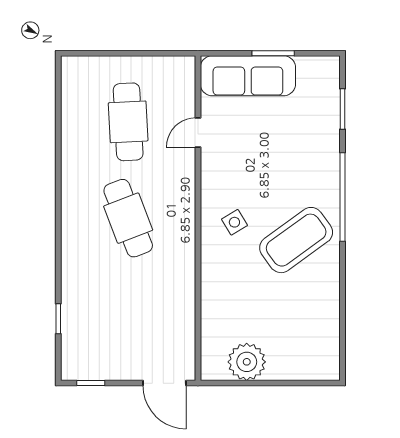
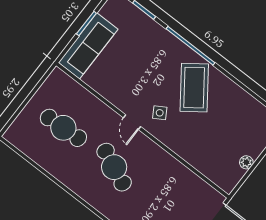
door: (198, 133) -> (132, 122), moved
cafe table: (128, 218) -> (114, 167), turned 45
plant: (247, 362) -> (246, 162), width x0.53, depth x0.53

